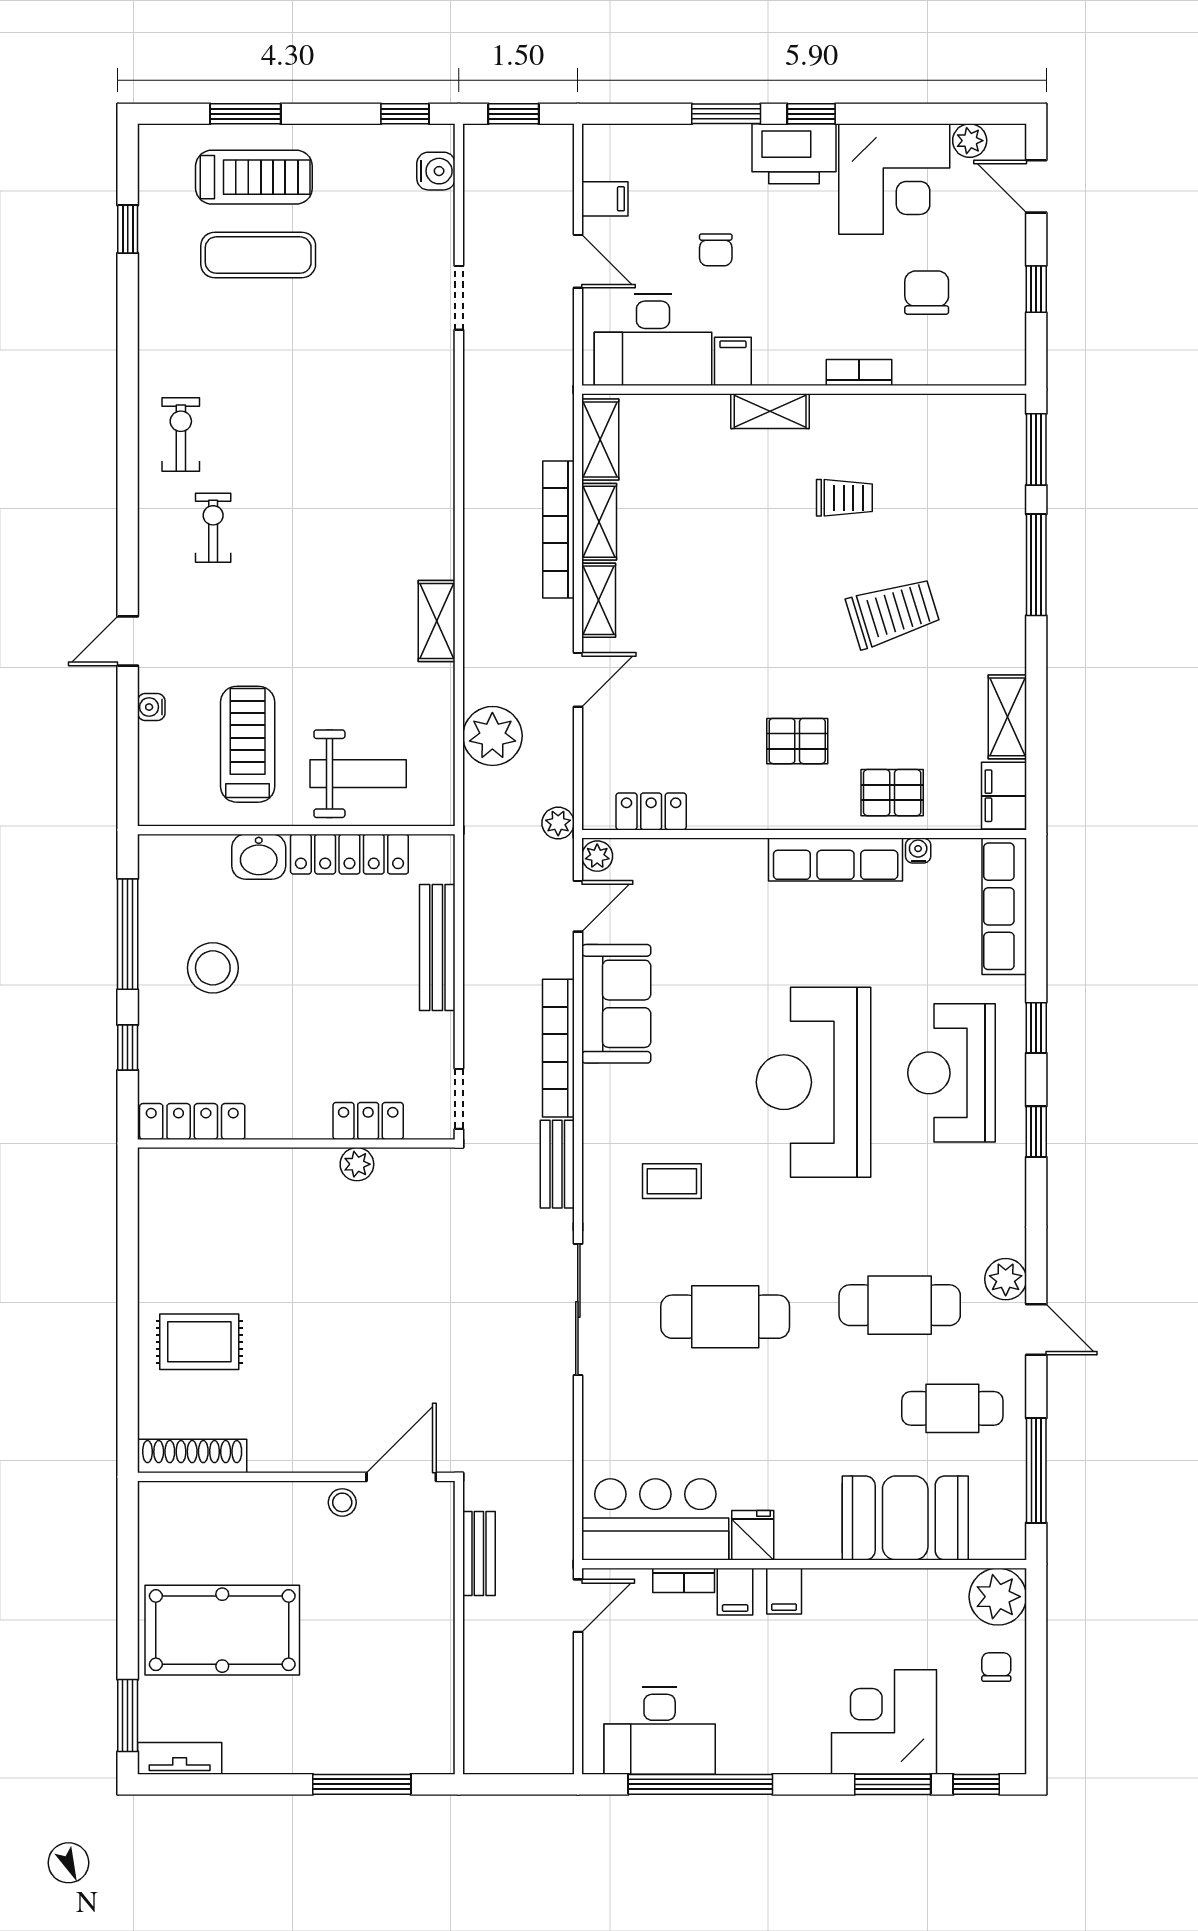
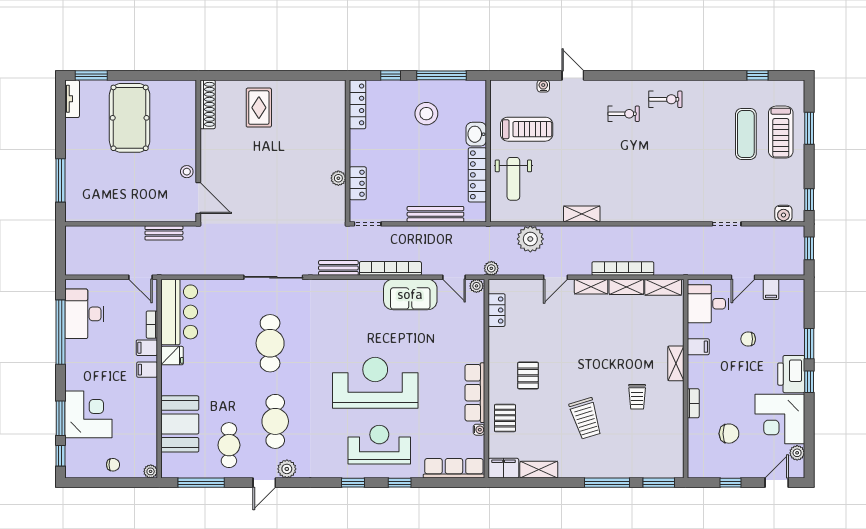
desk: (653, 340) -> (708, 304), width x0.73
door: (578, 680) -> (556, 277), hinge flipped
coffee table: (672, 1181) -> (331, 319), removed
plant: (998, 1597) -> (151, 471), width x0.53, depth x0.53

